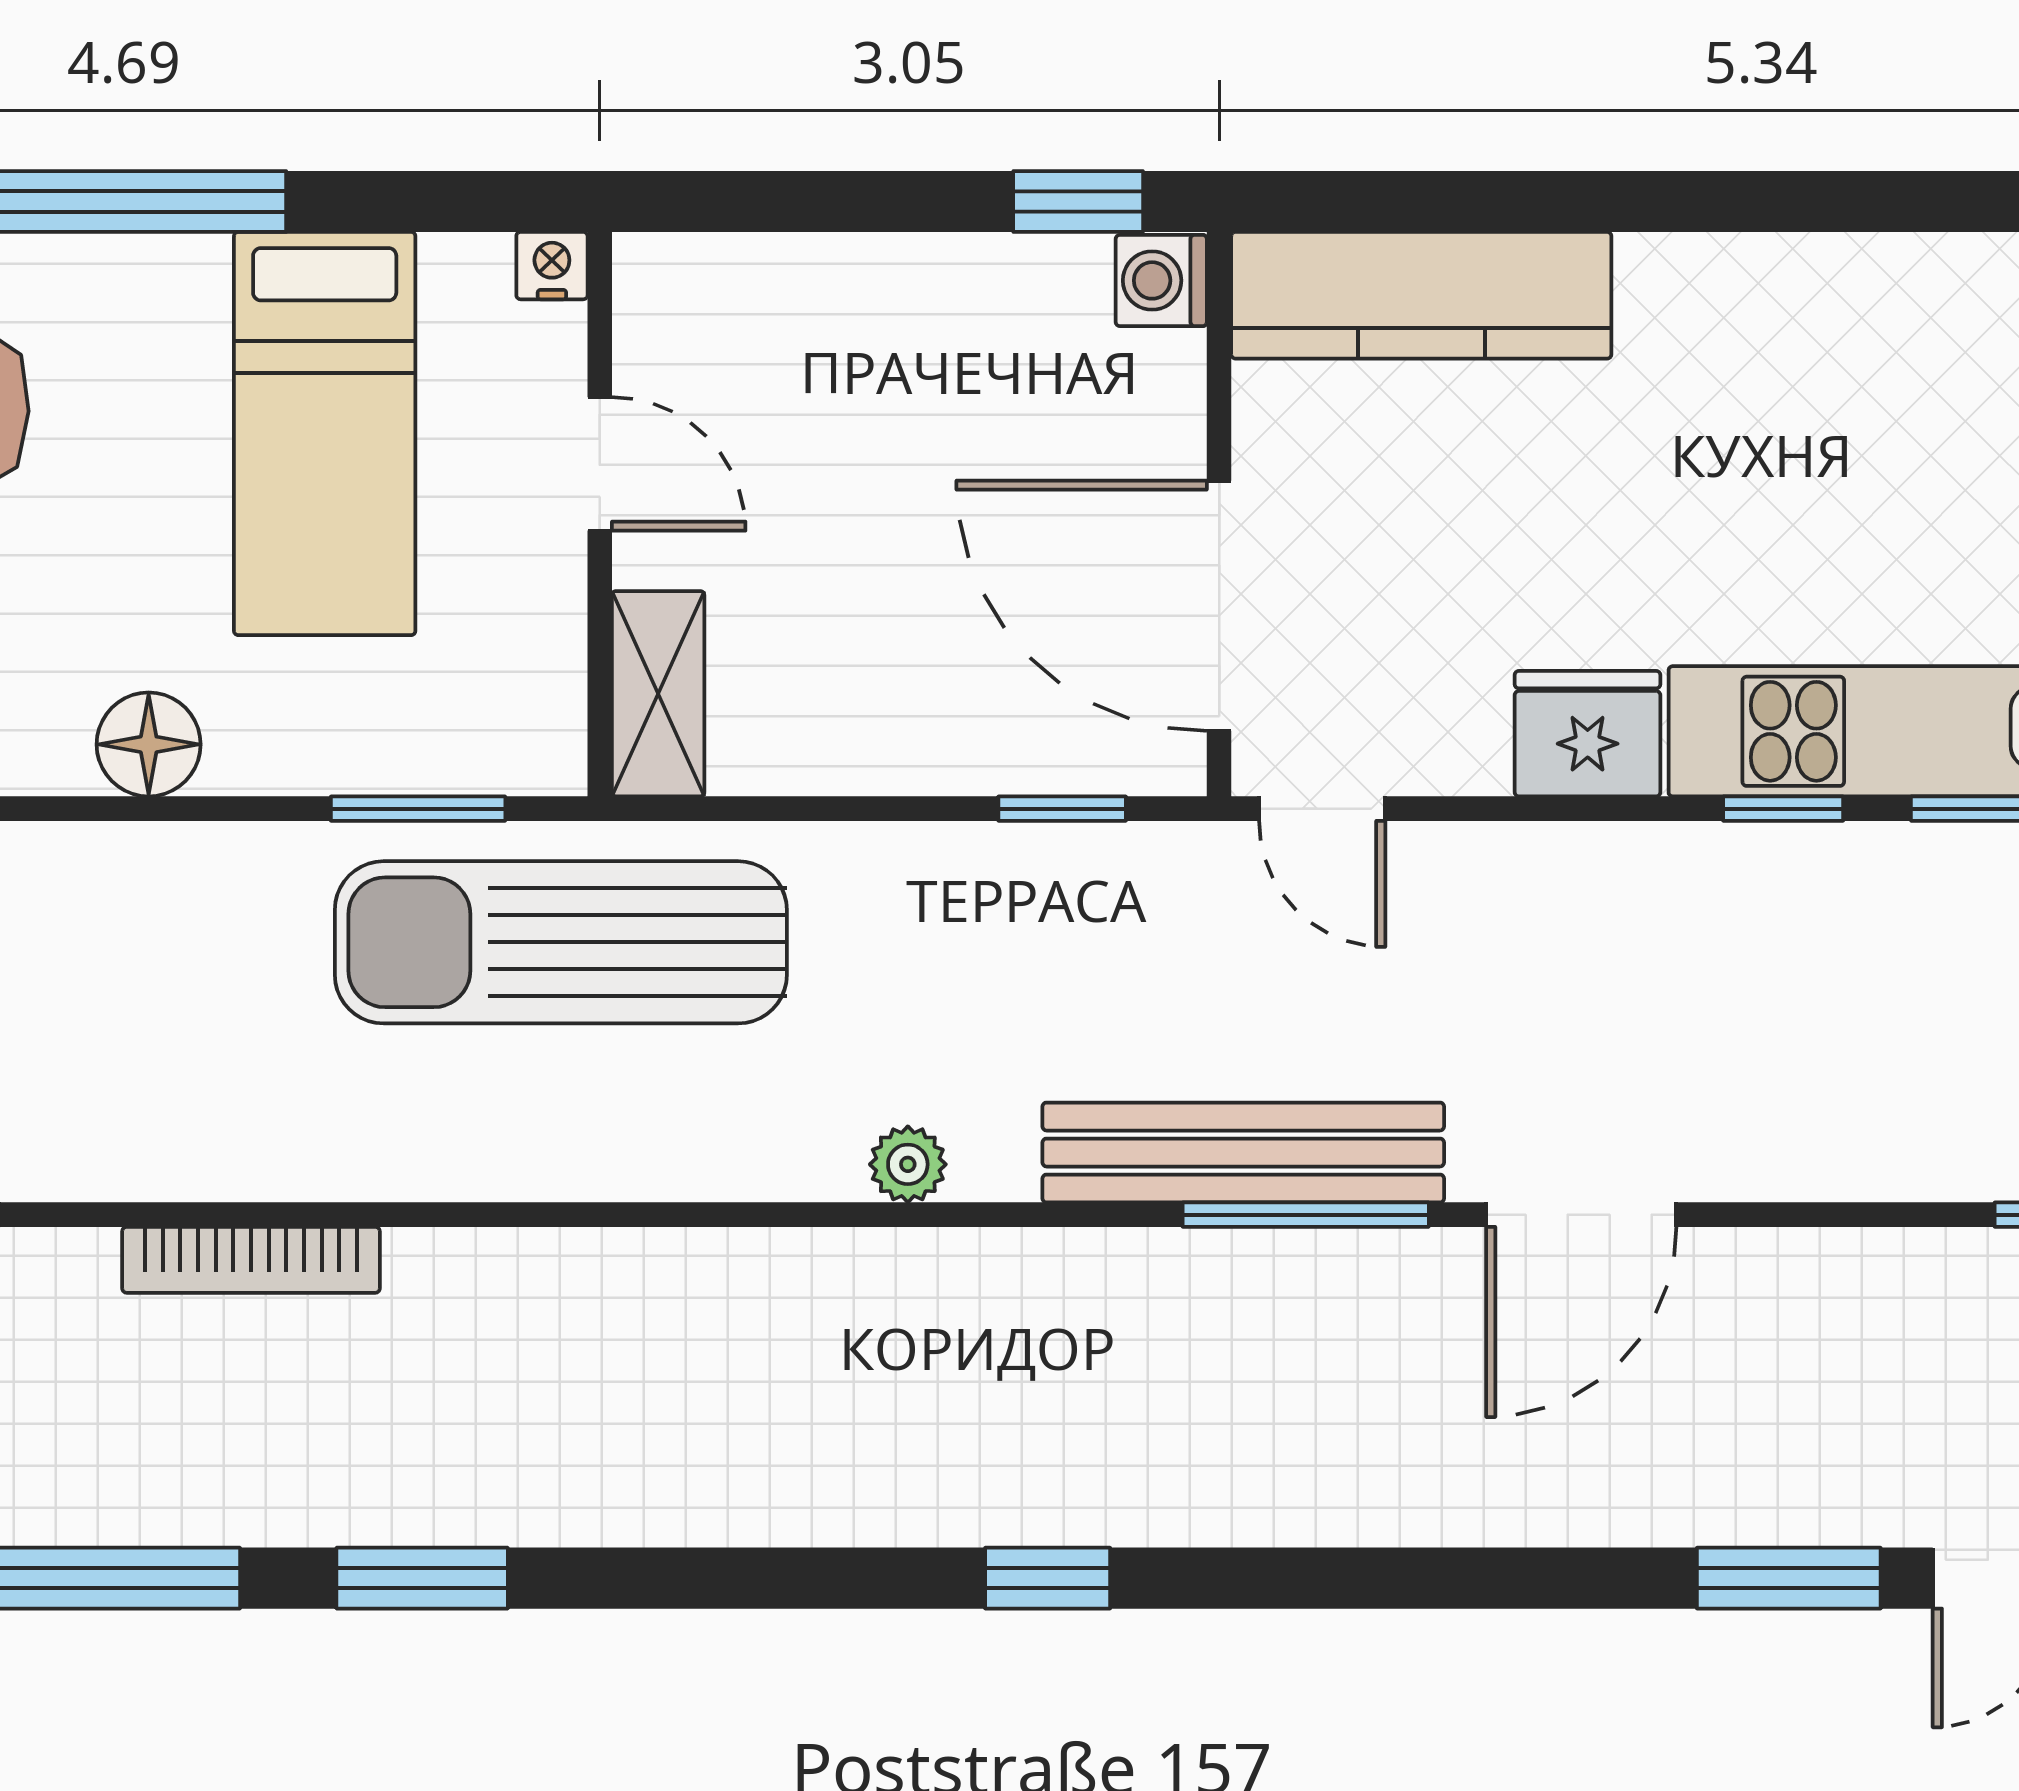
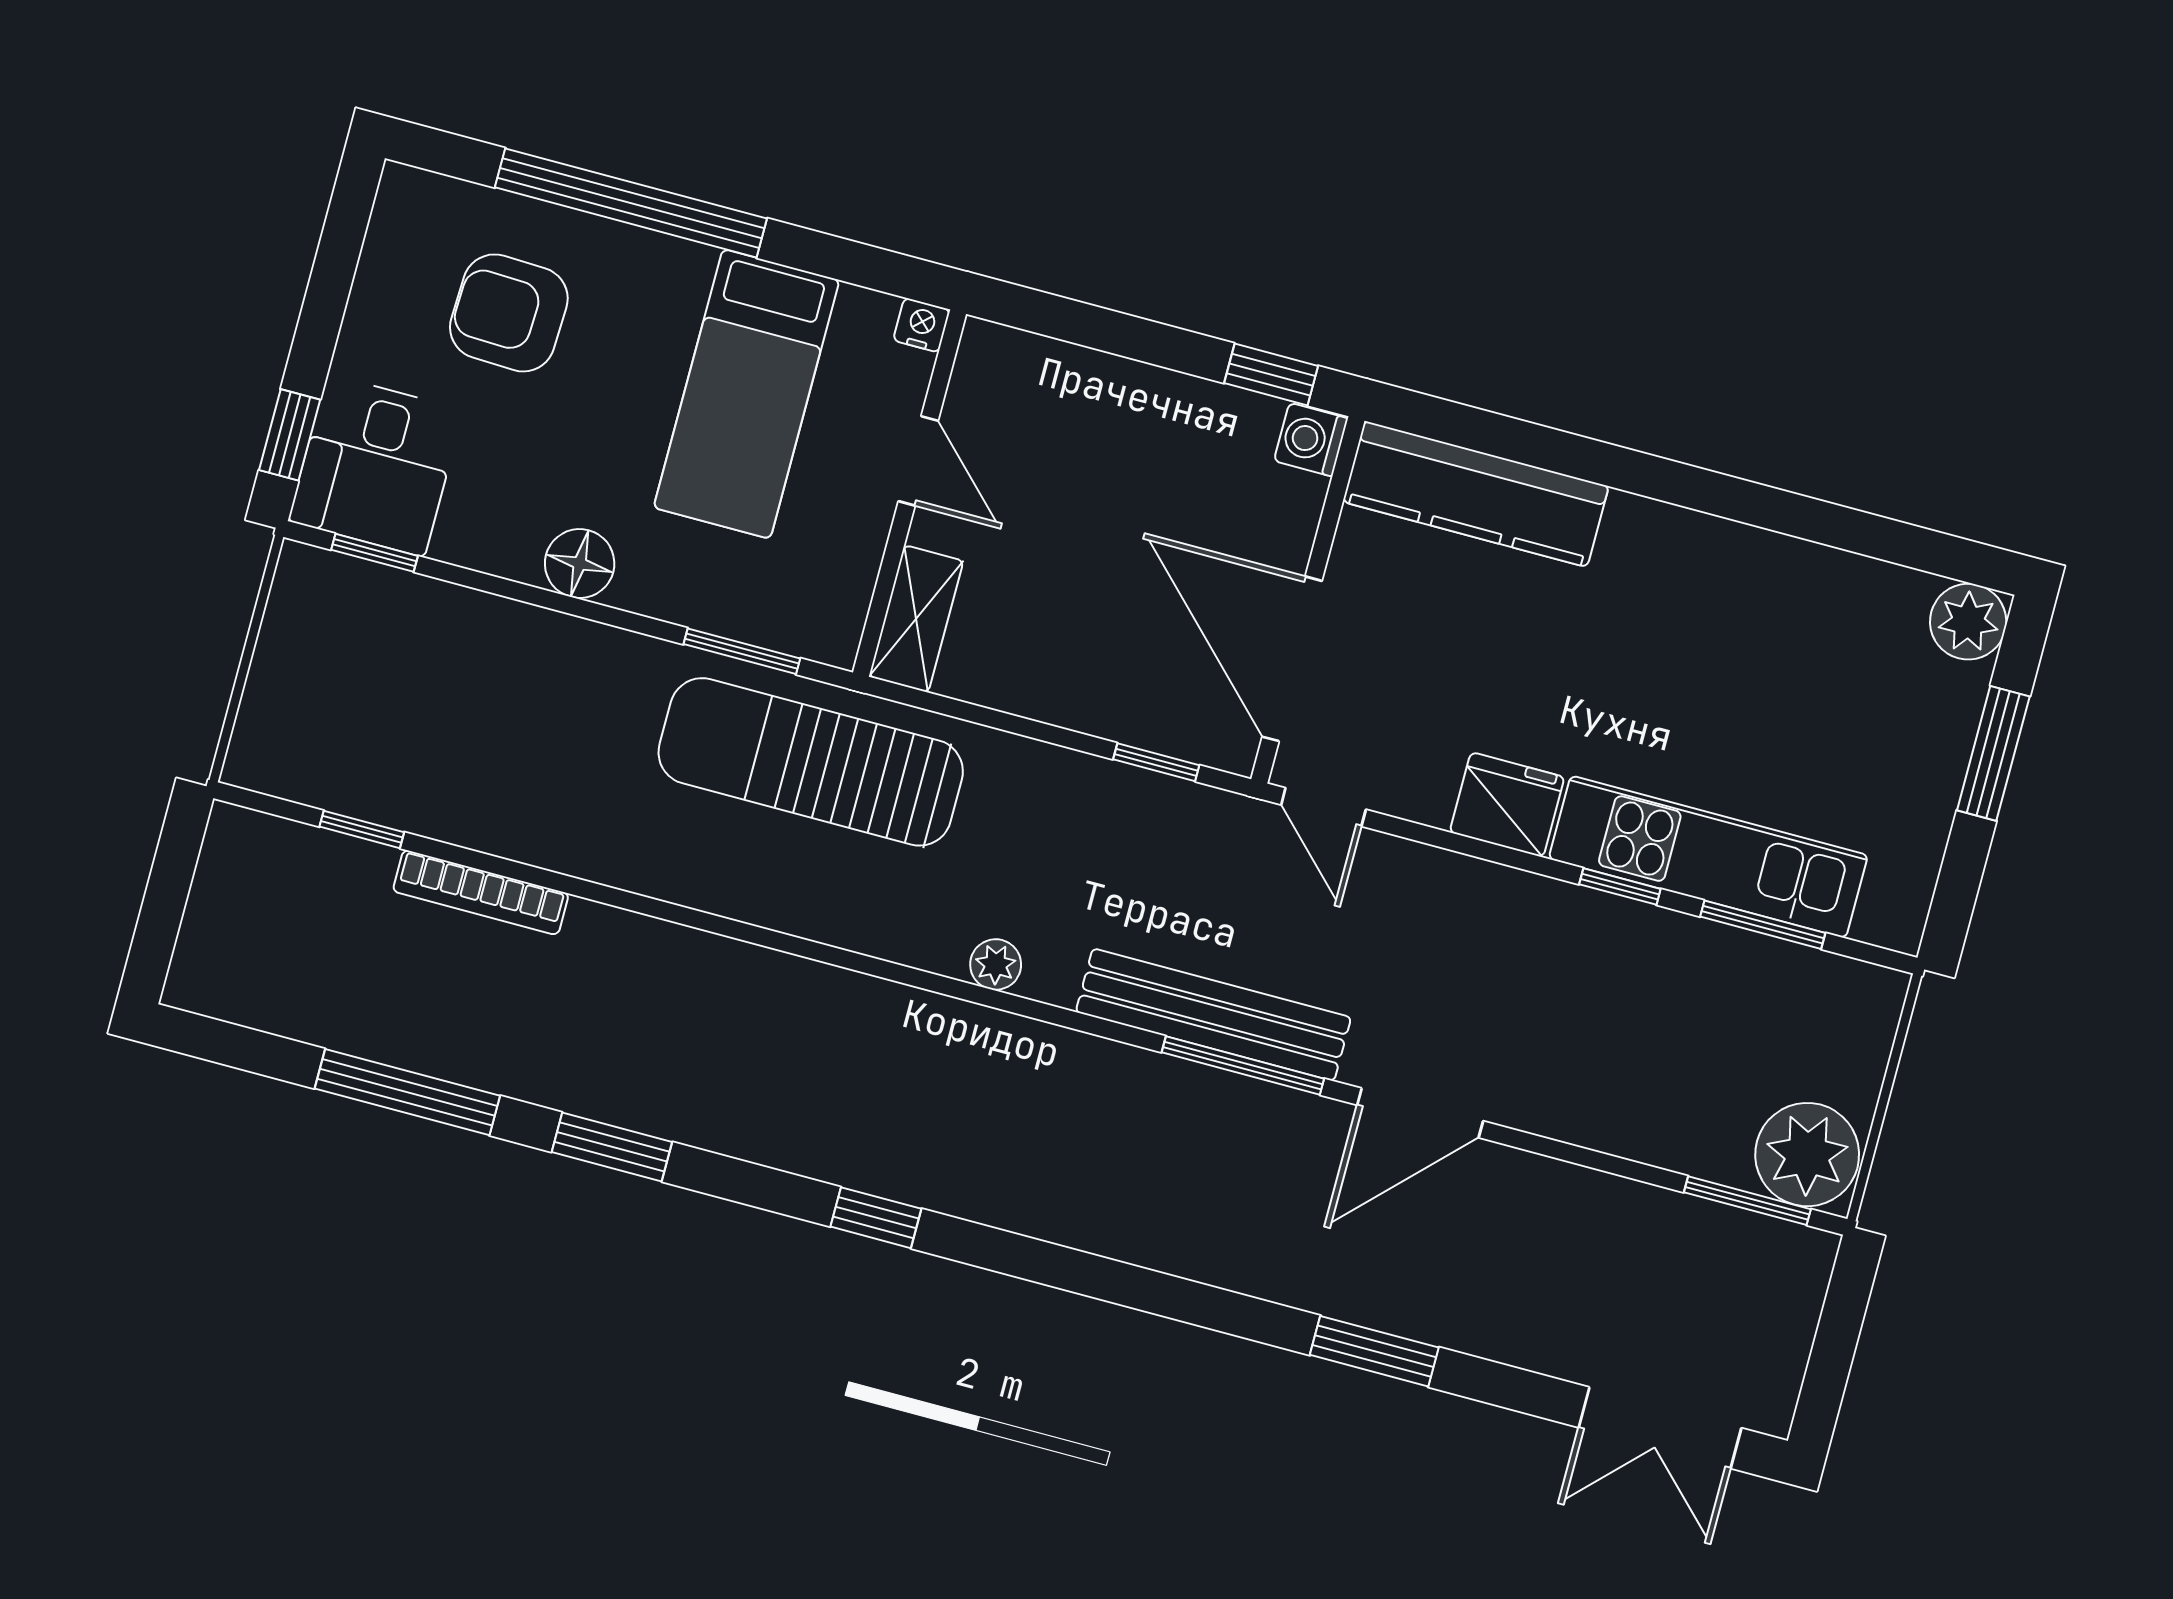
bookcase: (251, 1260) -> (481, 892), moved
window: (1048, 1578) -> (876, 1218), moved
window: (1789, 1578) -> (1374, 1351), moved

